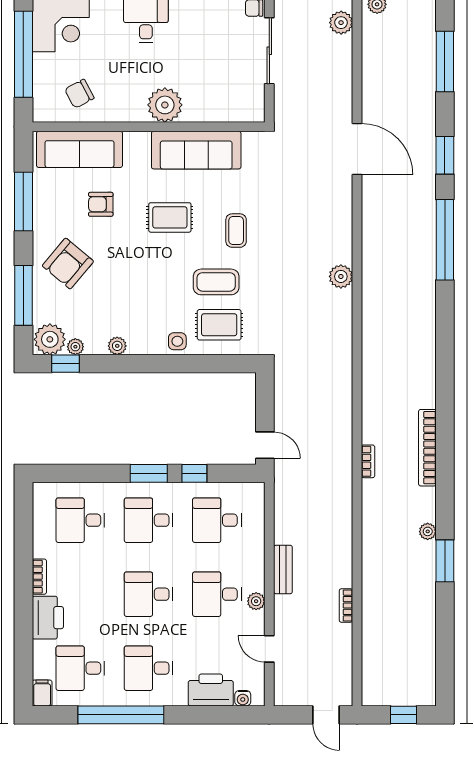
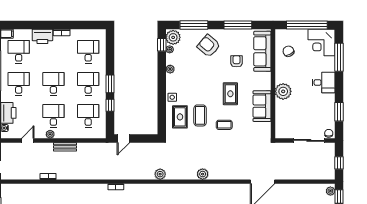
plant: (341, 23) -> (160, 174), moved
sofa: (196, 150) -> (262, 106), width x0.73

